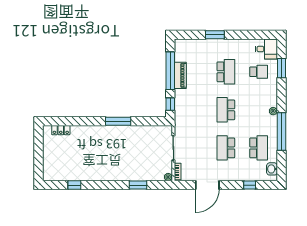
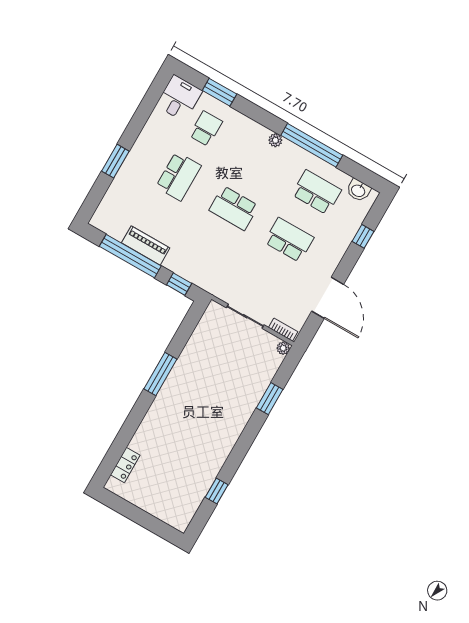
school desk: (226, 72) -> (178, 176), turned 90
school desk: (226, 148) -> (289, 240), turned 180

